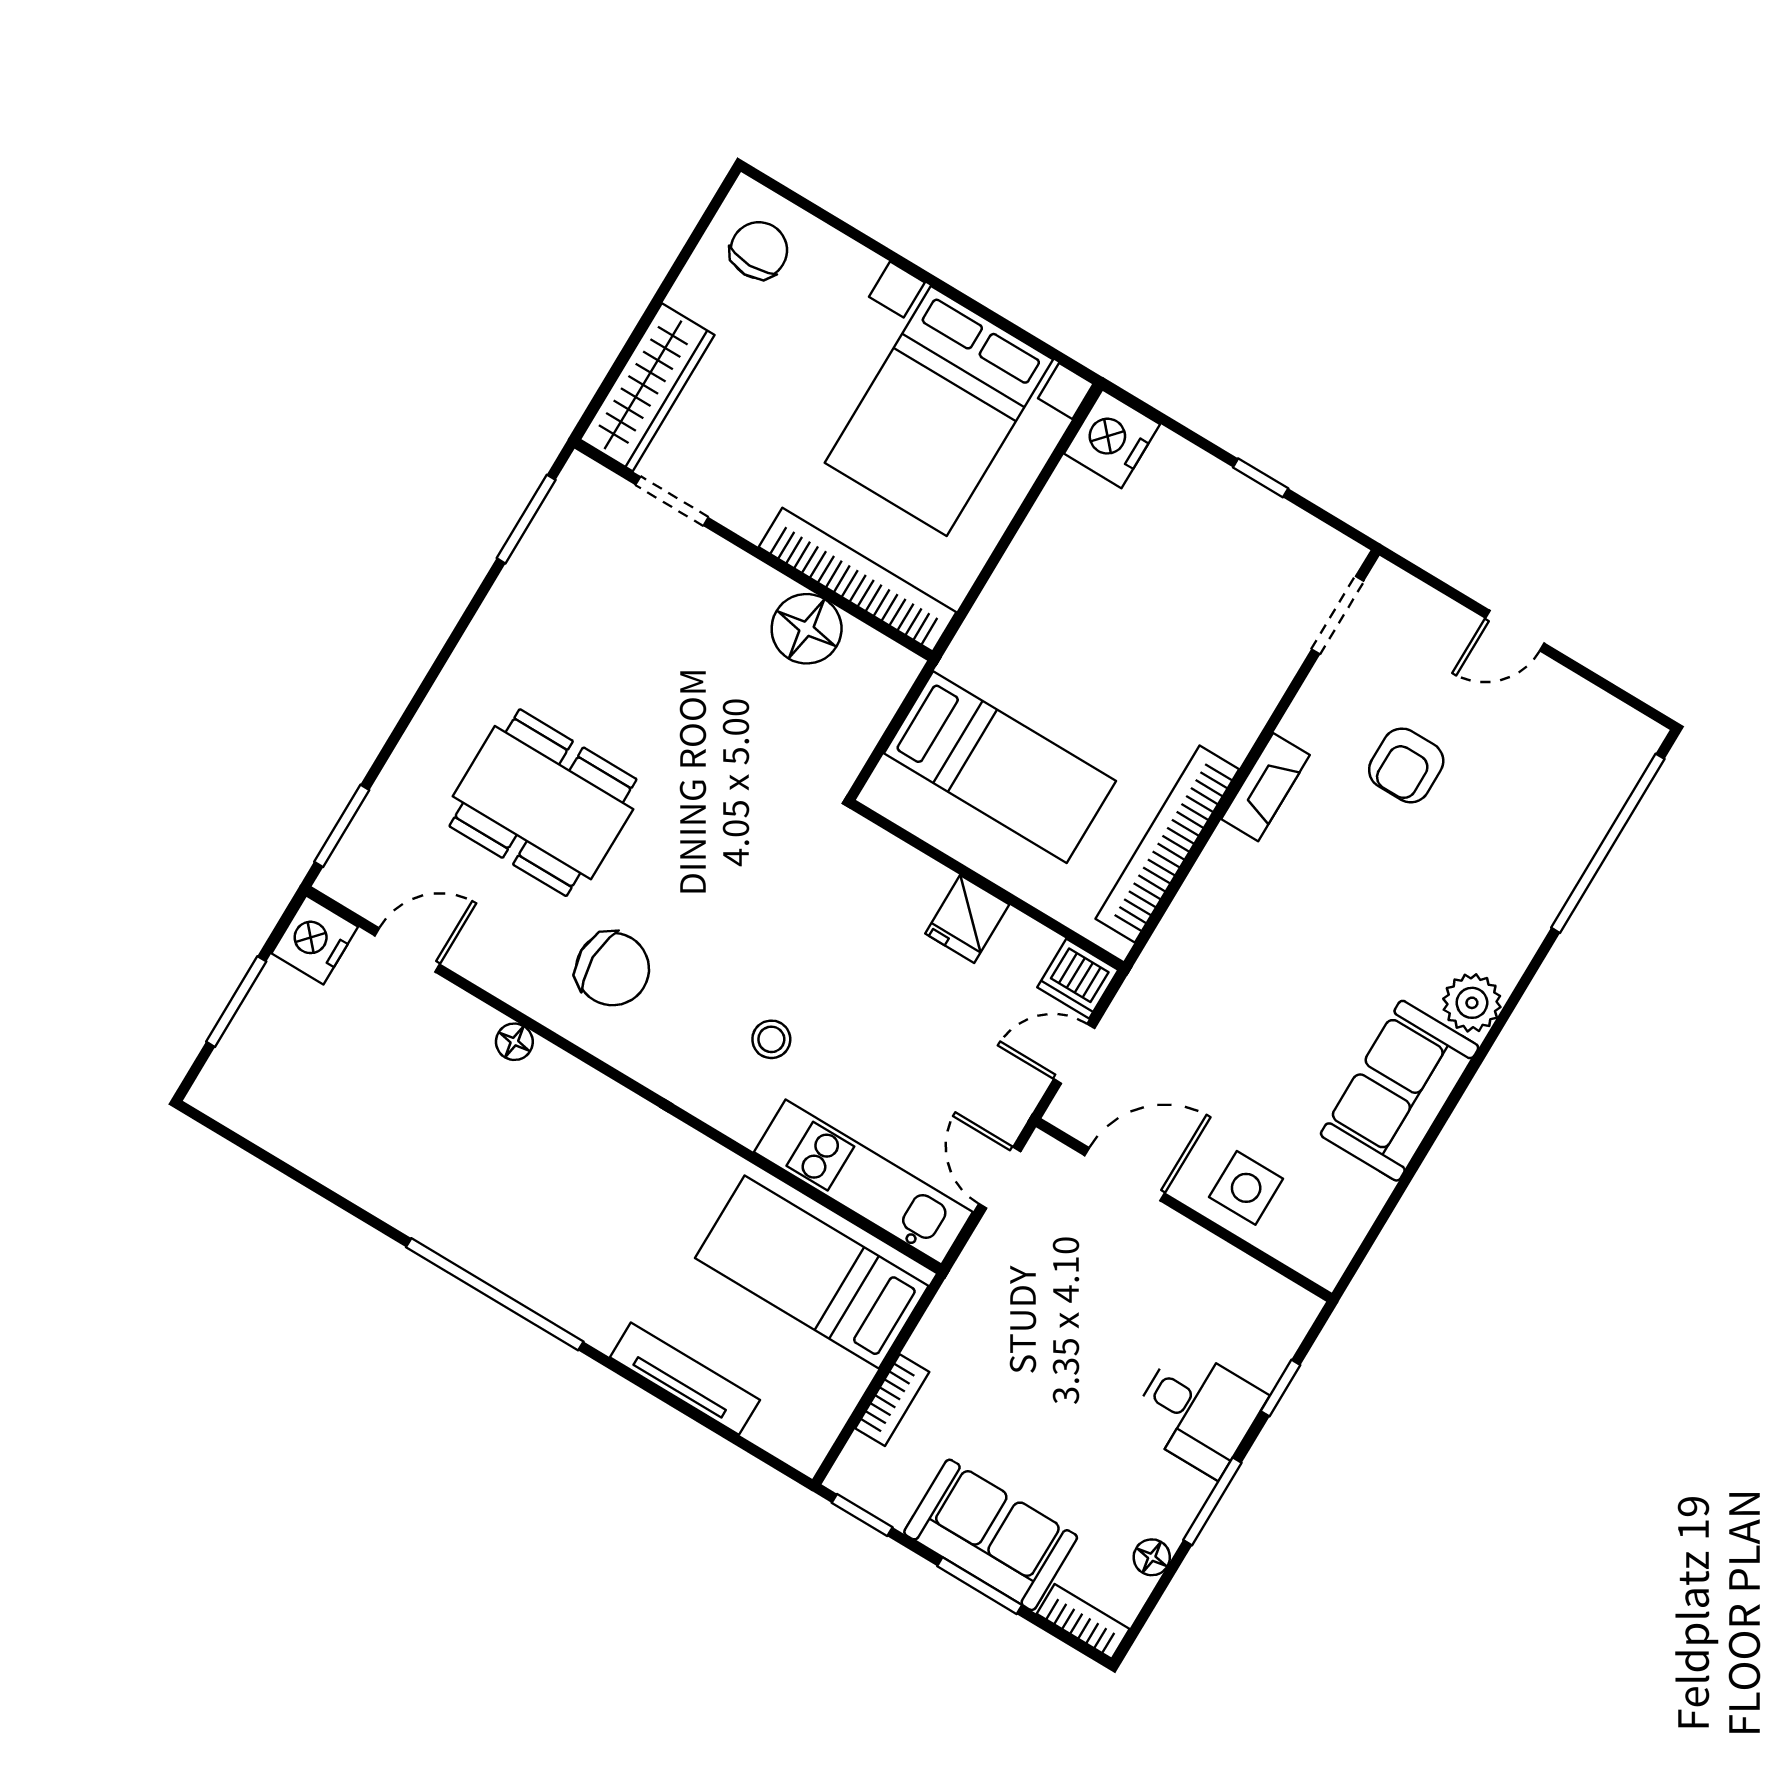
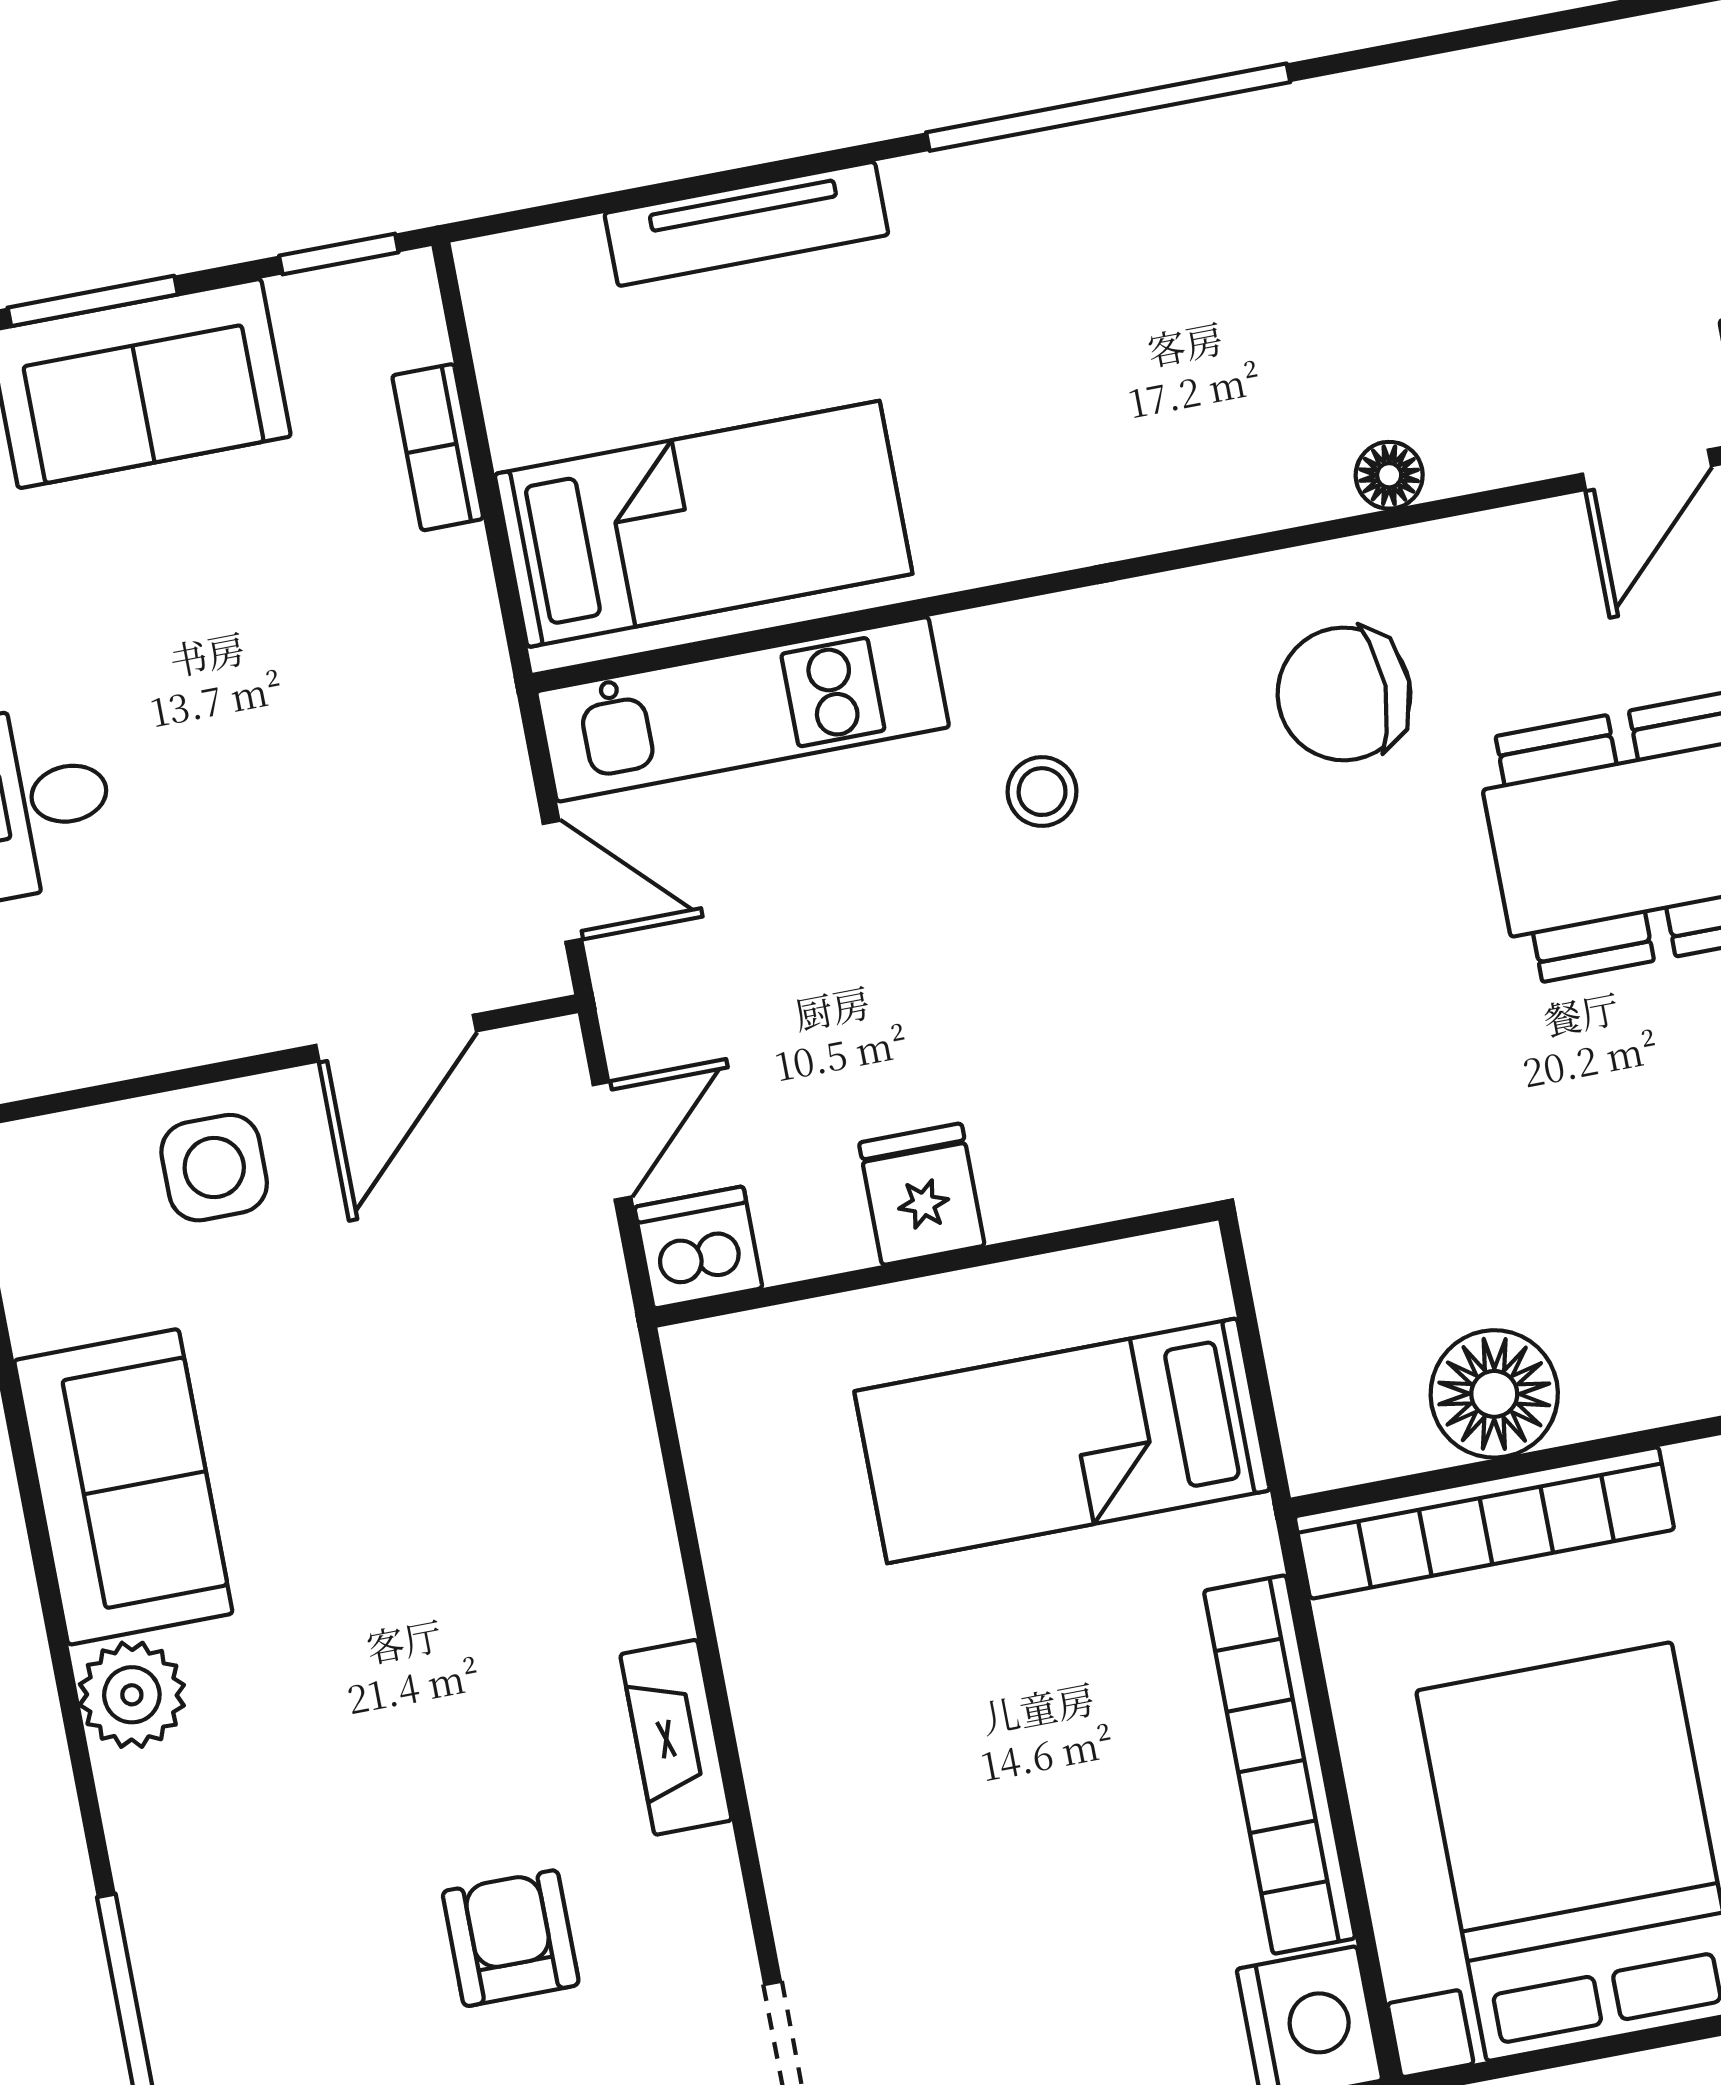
bookcase: (1167, 844) -> (1280, 1765), moved, turned 180

